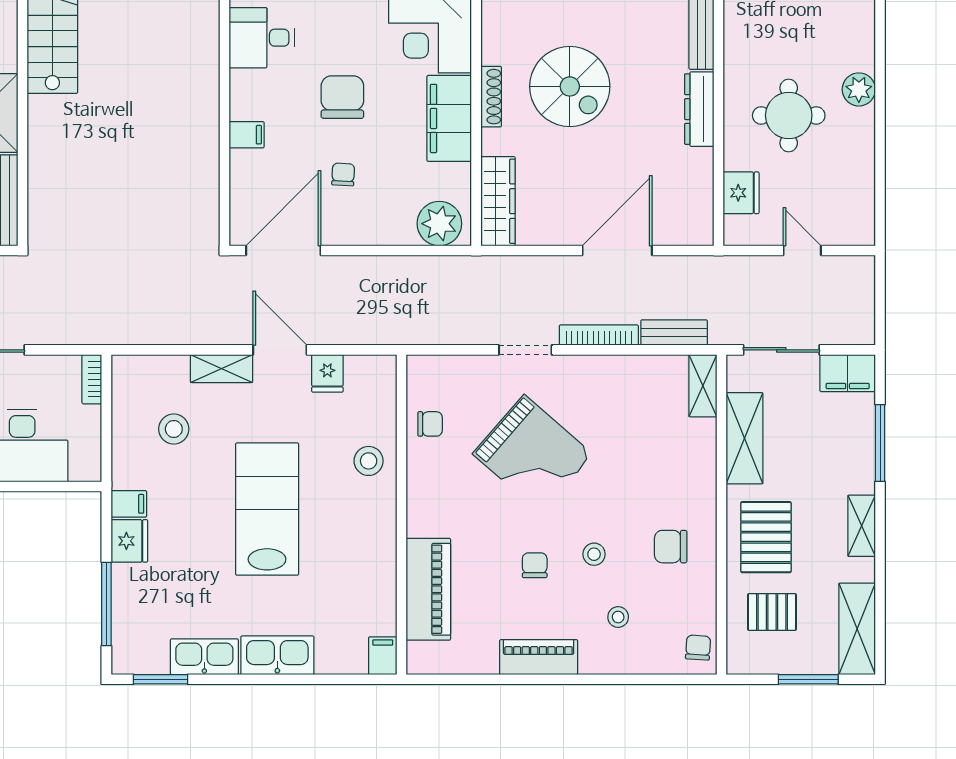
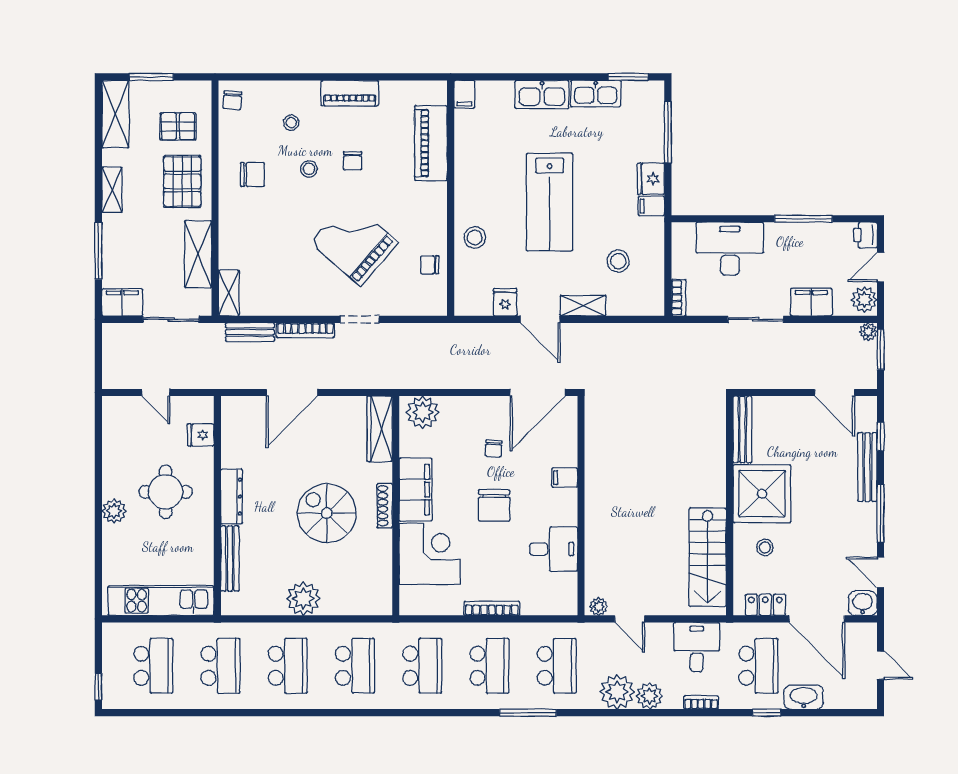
fridge: (741, 193) -> (201, 435), width x0.72

